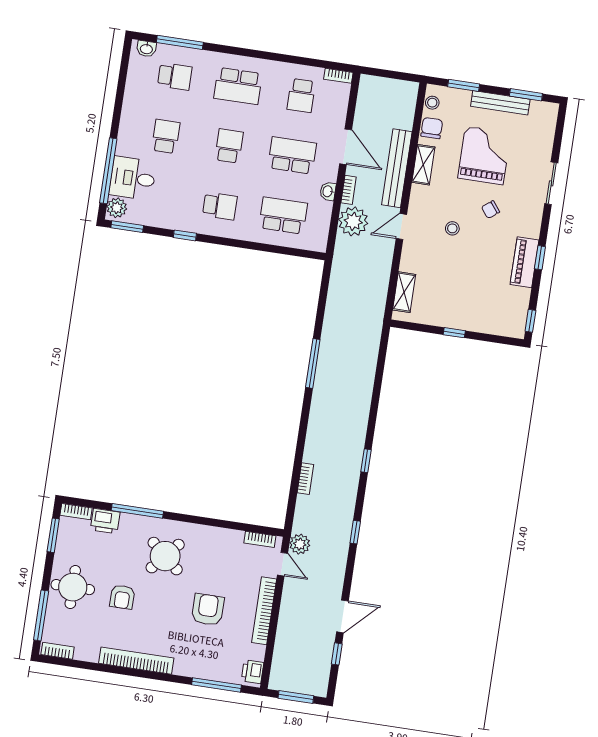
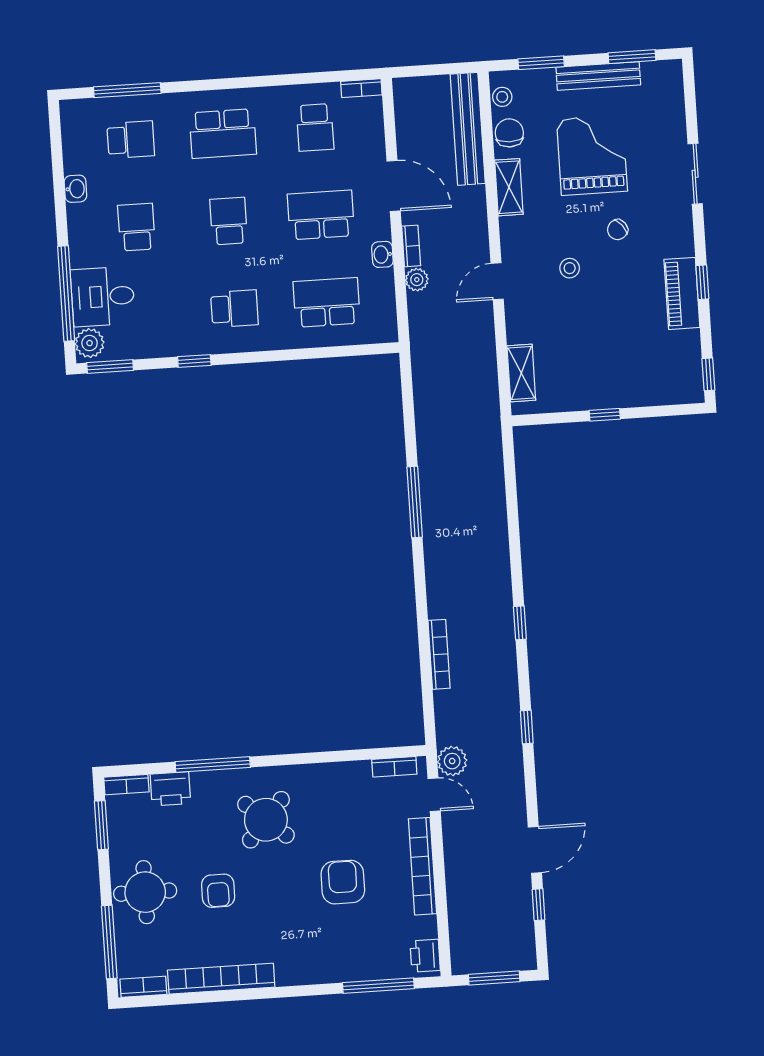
washbasin: (146, 49) -> (75, 189), moved, turned -90
bench: (397, 168) -> (468, 129), moved
plant: (353, 221) -> (417, 280), width x0.53, depth x0.53
bookcase: (305, 479) -> (439, 654), width x1.56
bookcase: (136, 661) -> (221, 979), moved

